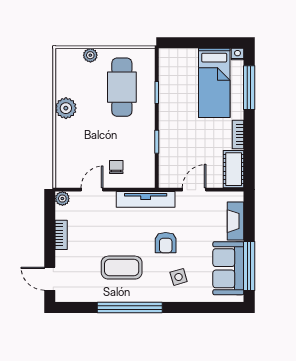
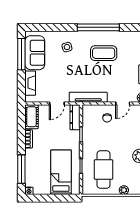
bed: (214, 83) -> (61, 172), moved
dresser: (166, 168) -> (75, 117), added
armchair: (166, 243) -> (75, 69), removed

